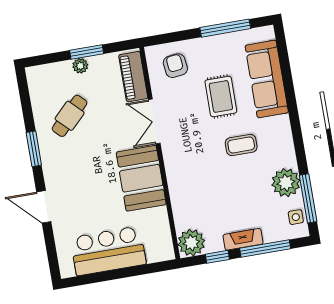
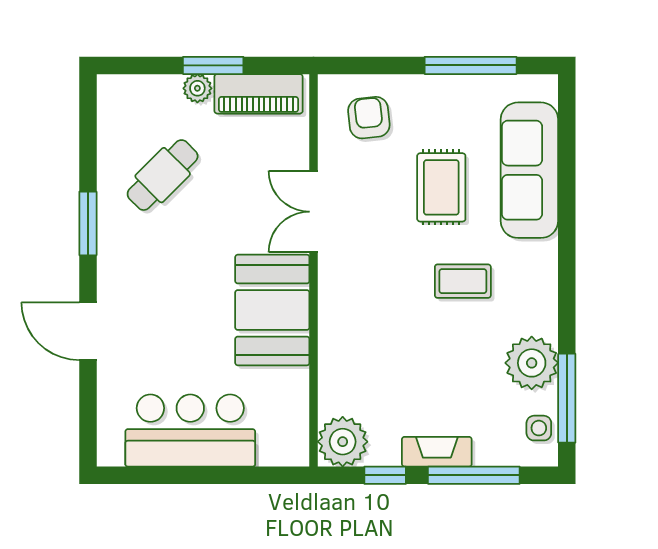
piano: (133, 77) -> (259, 94), moved, turned -90

